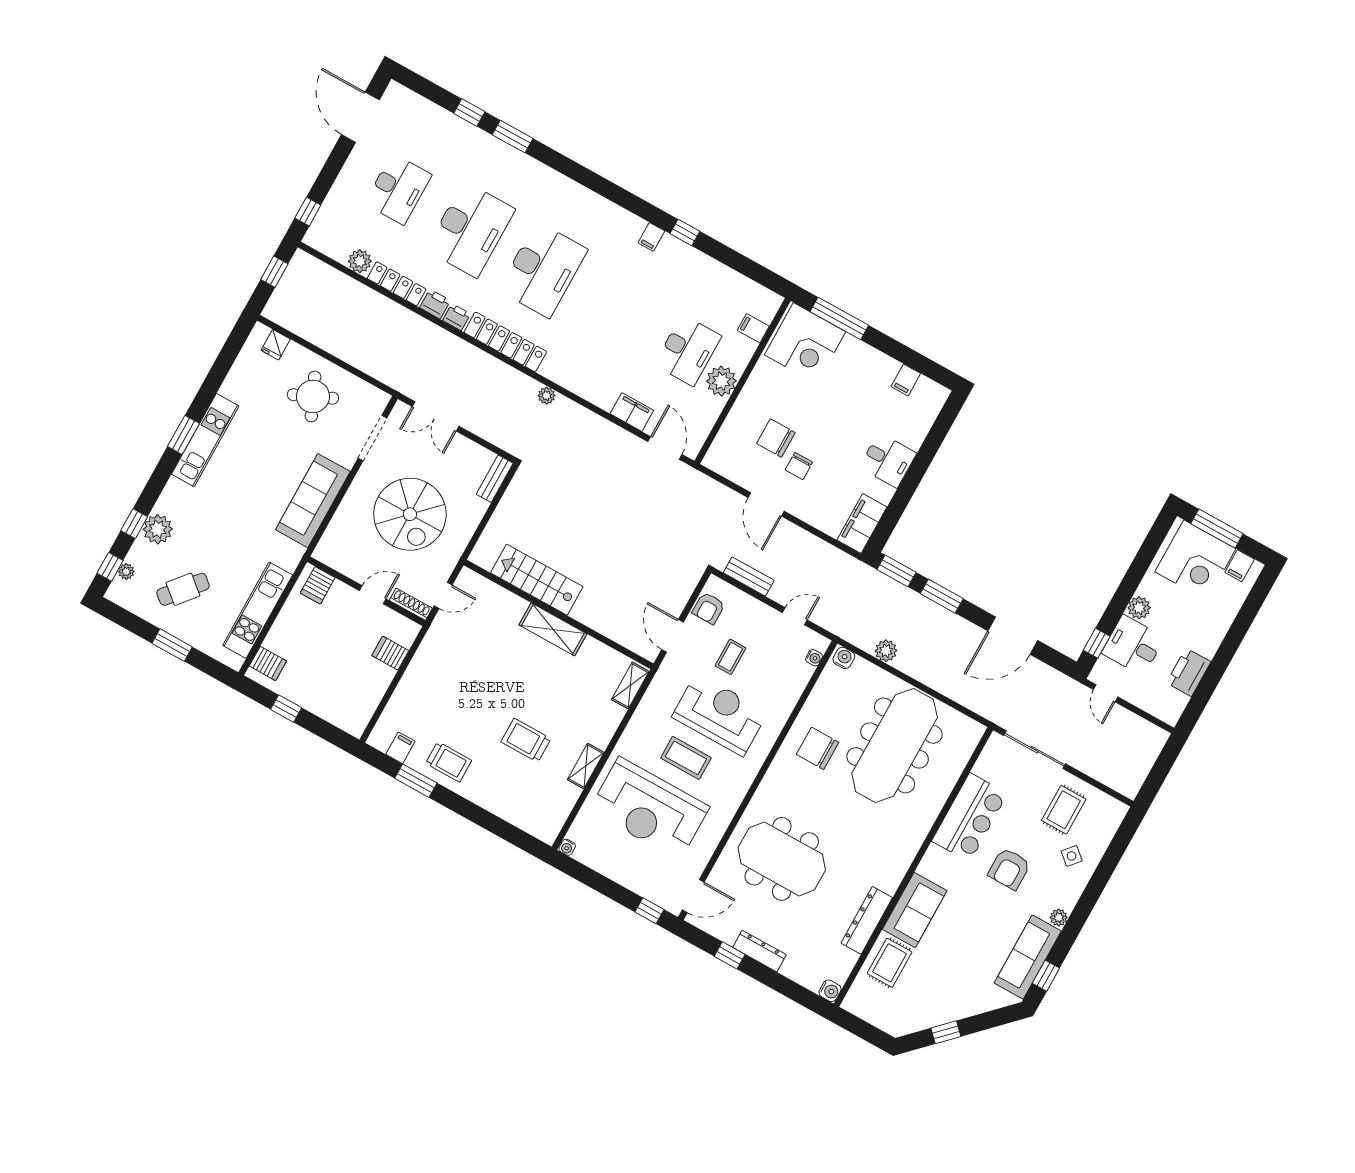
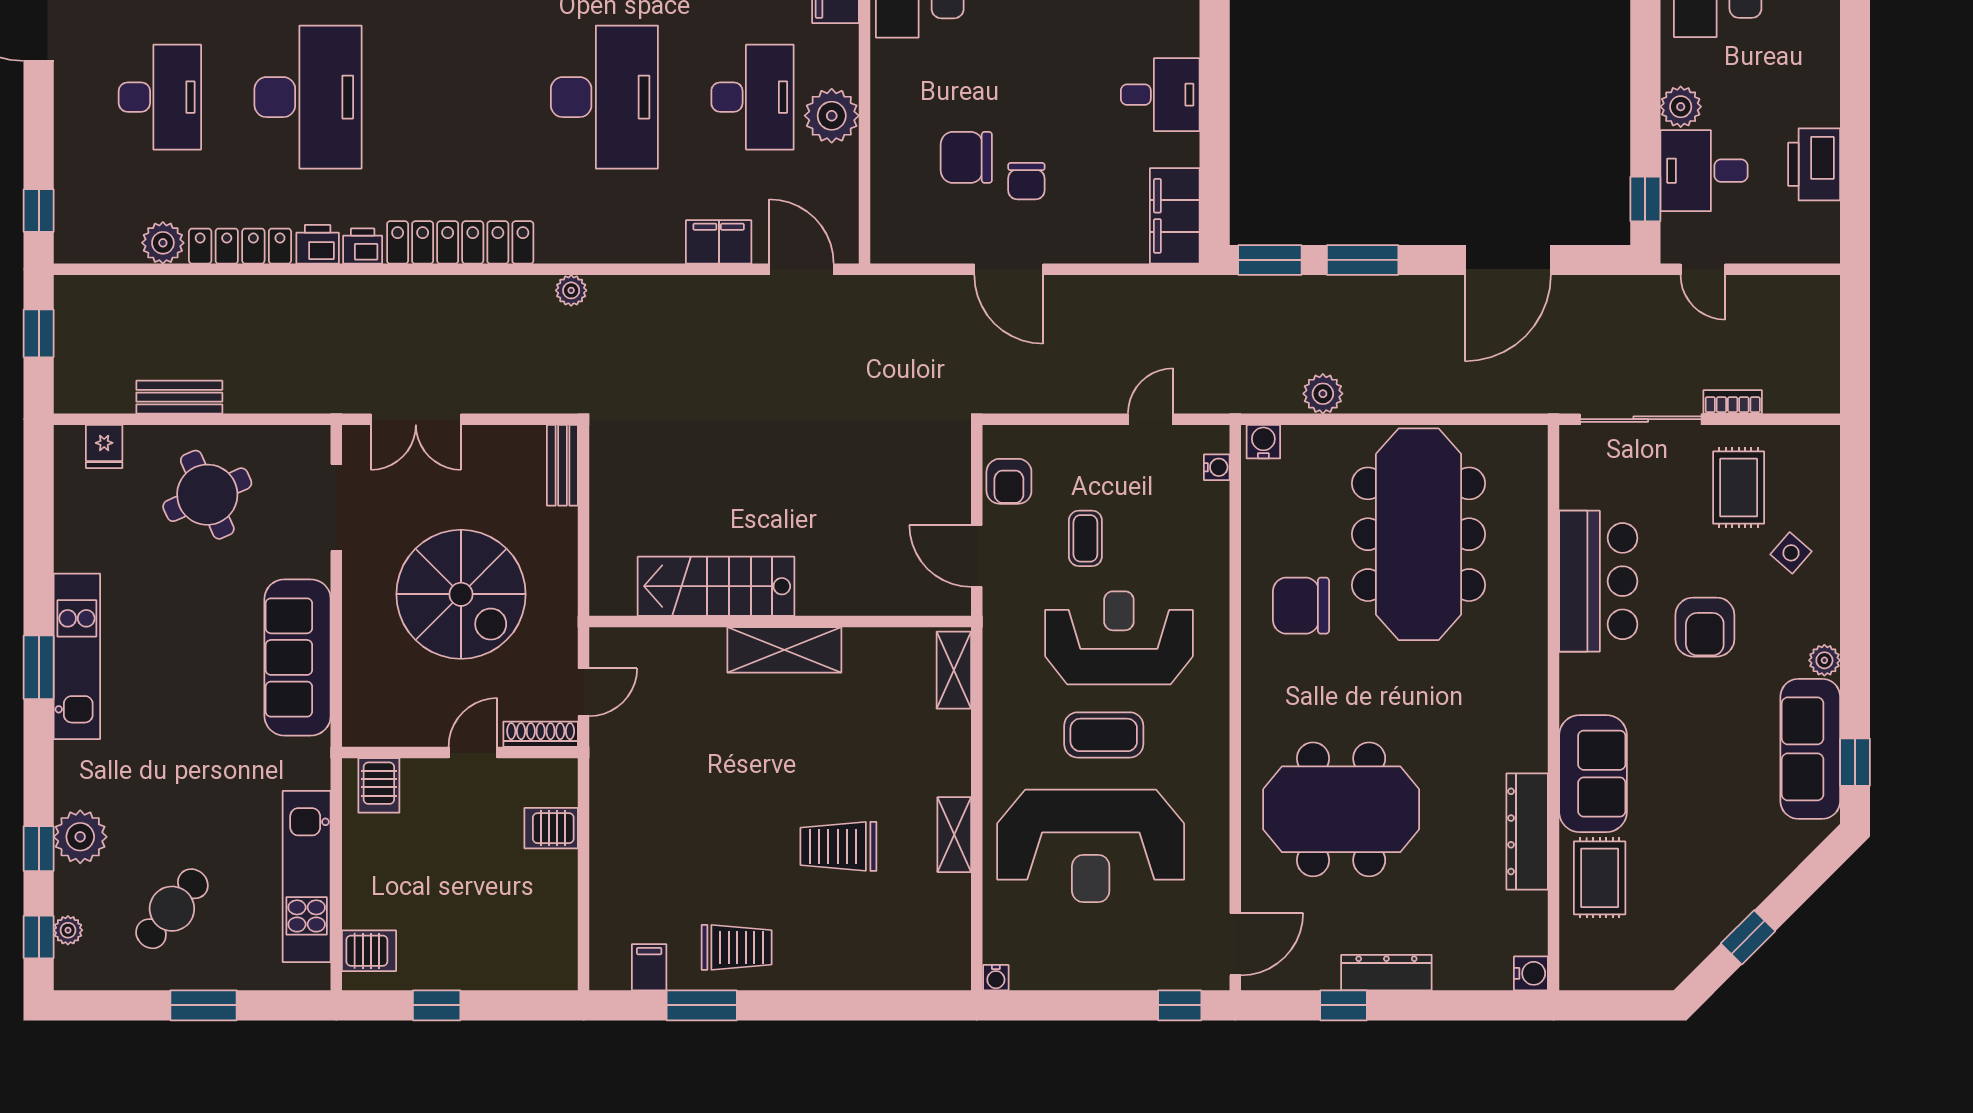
desk: (543, 270) -> (604, 97), moved
bench: (749, 577) -> (179, 397), moved
bookcase: (1084, 766) -> (1733, 402), added

